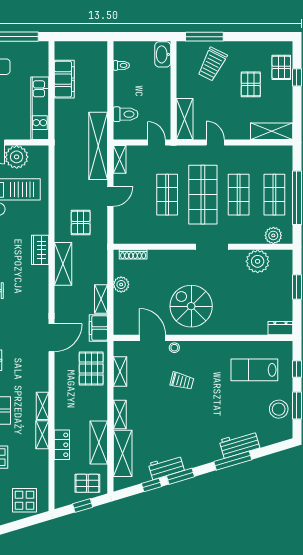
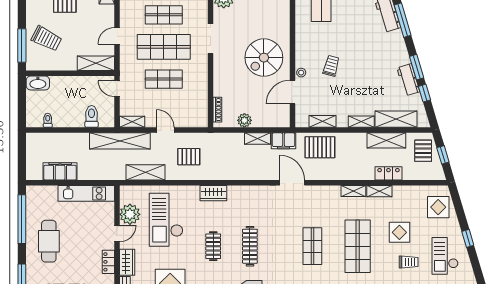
door: (156, 142) -> (117, 89), hinge flipped
shelving: (63, 264) -> (145, 172), moved

